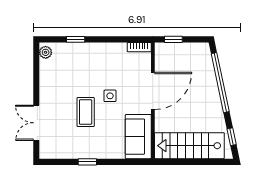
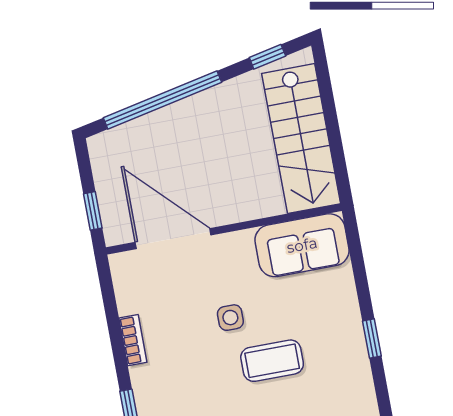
bookcase: (139, 47) -> (133, 340), moved
door: (153, 91) -> (173, 239), moved

